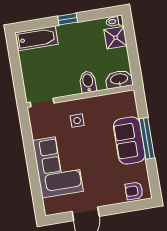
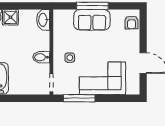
bidet: (88, 82) -> (41, 57), moved
window: (28, 141) -> (79, 98), added

